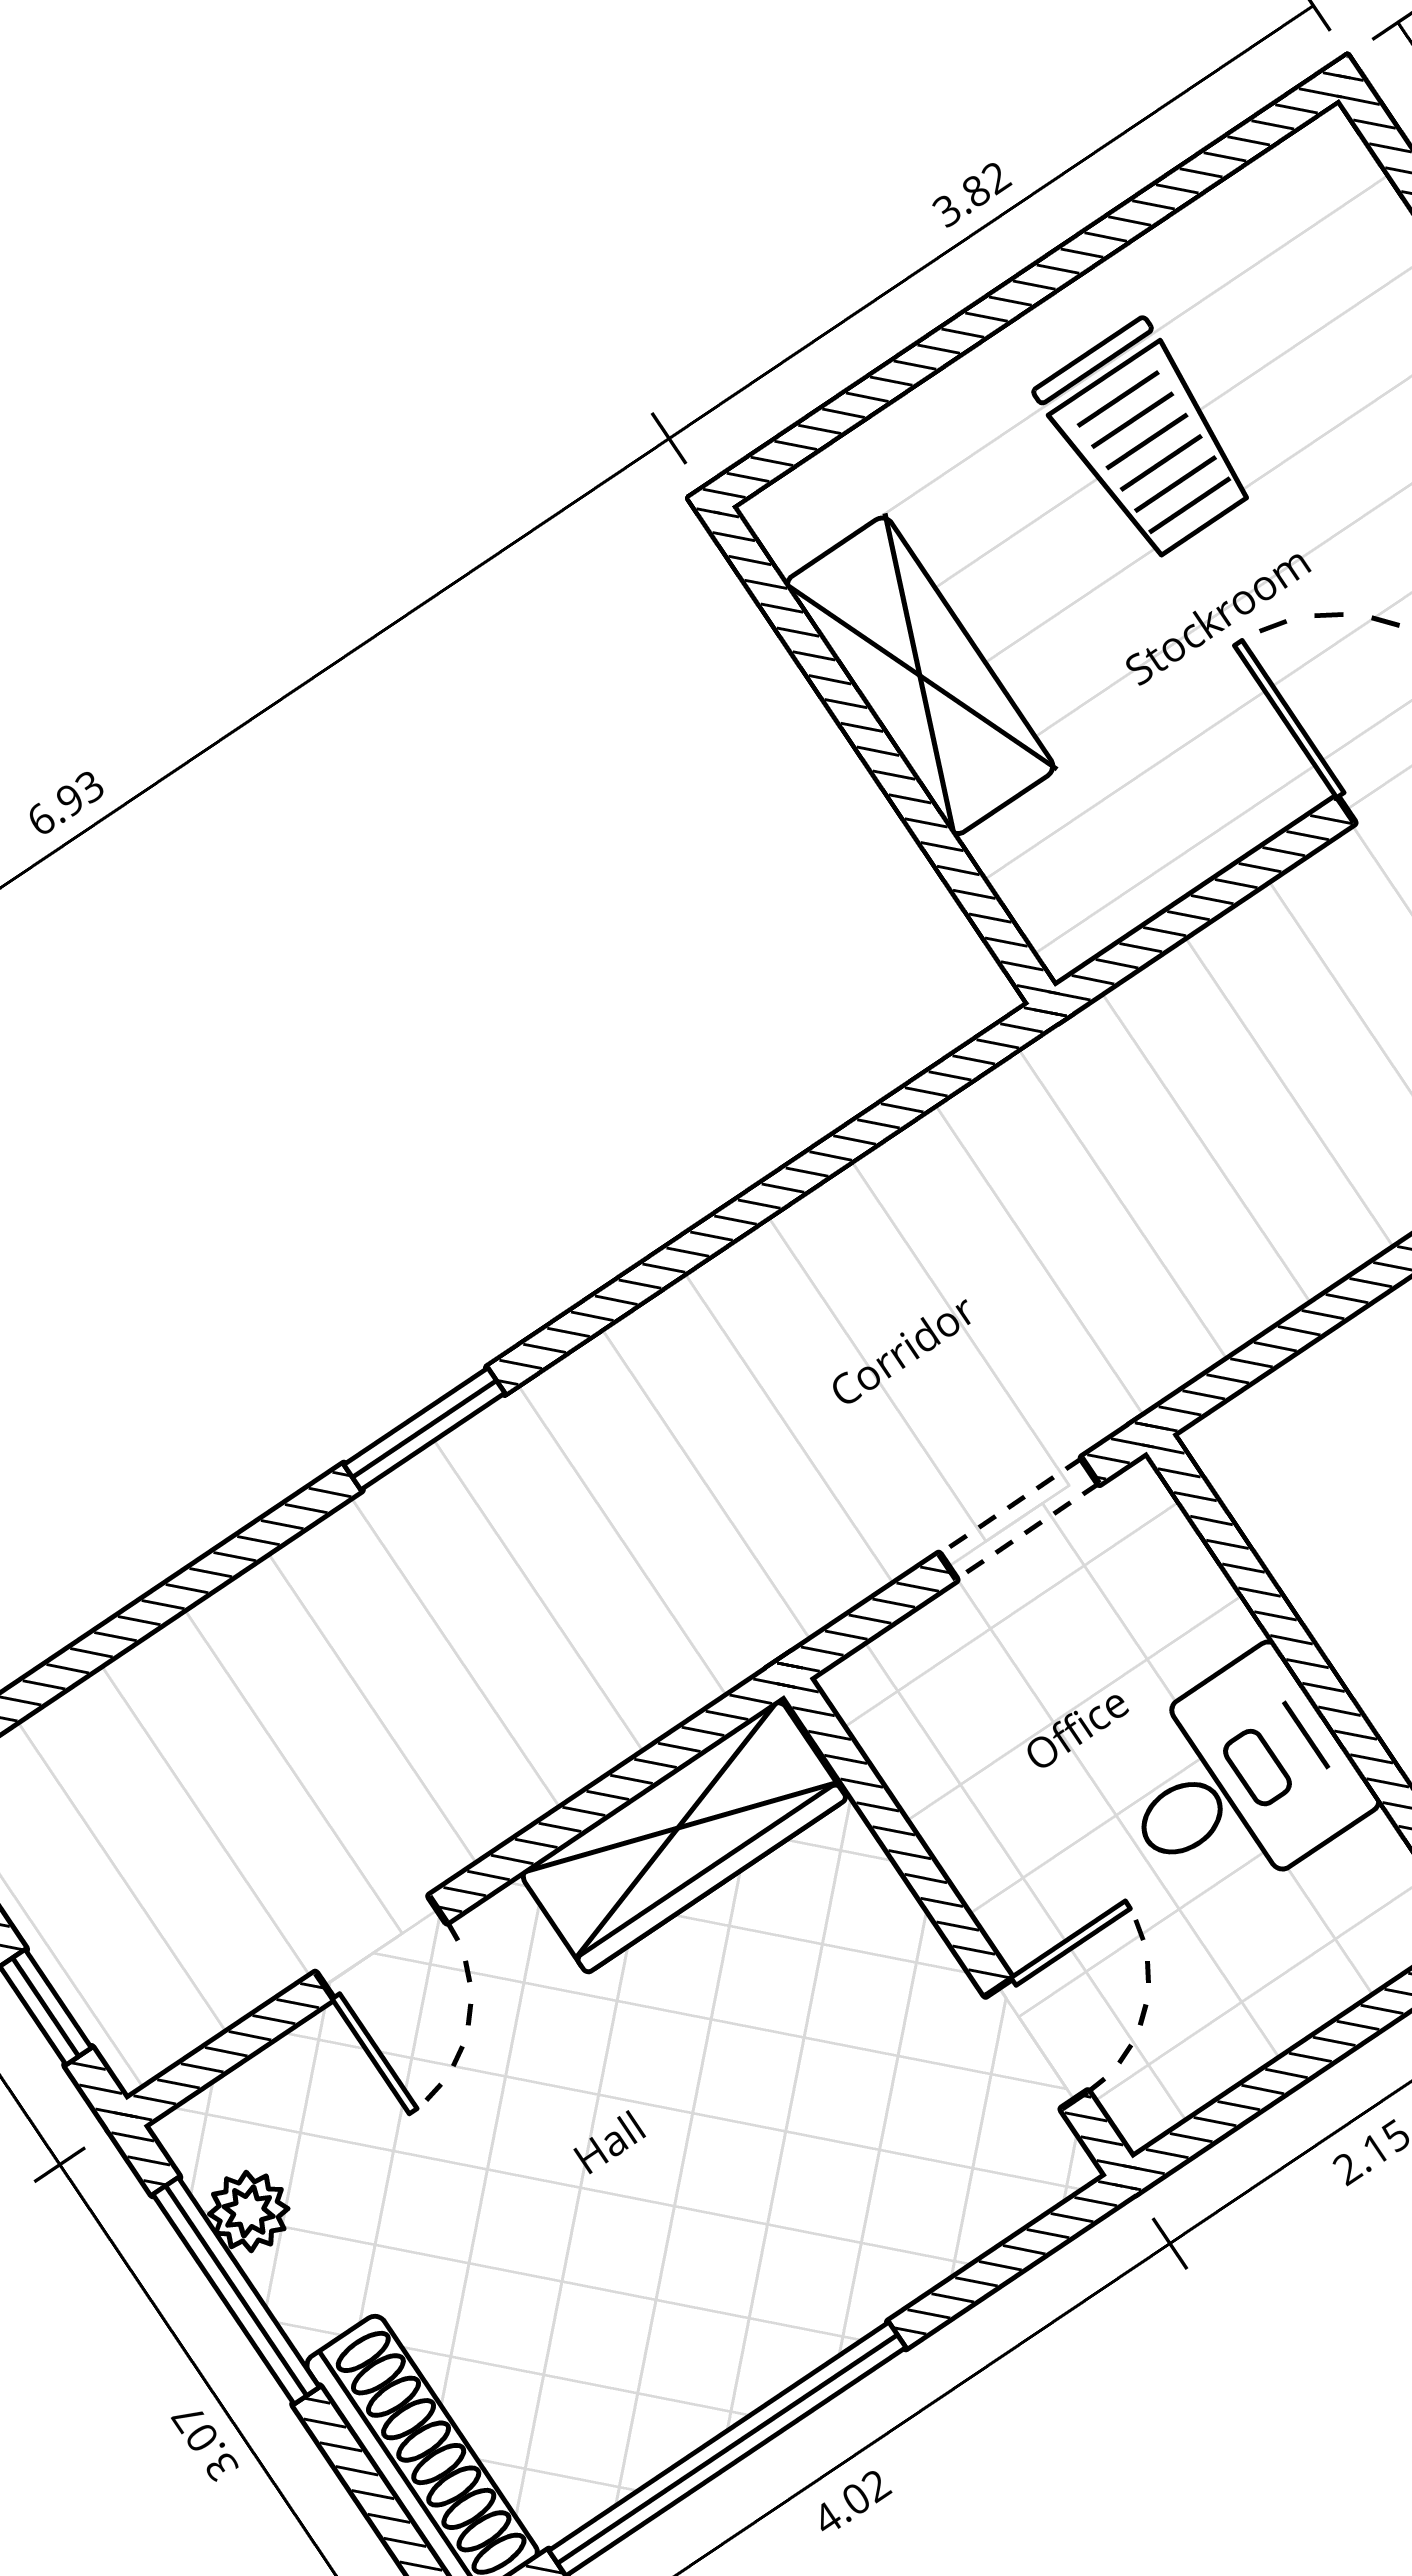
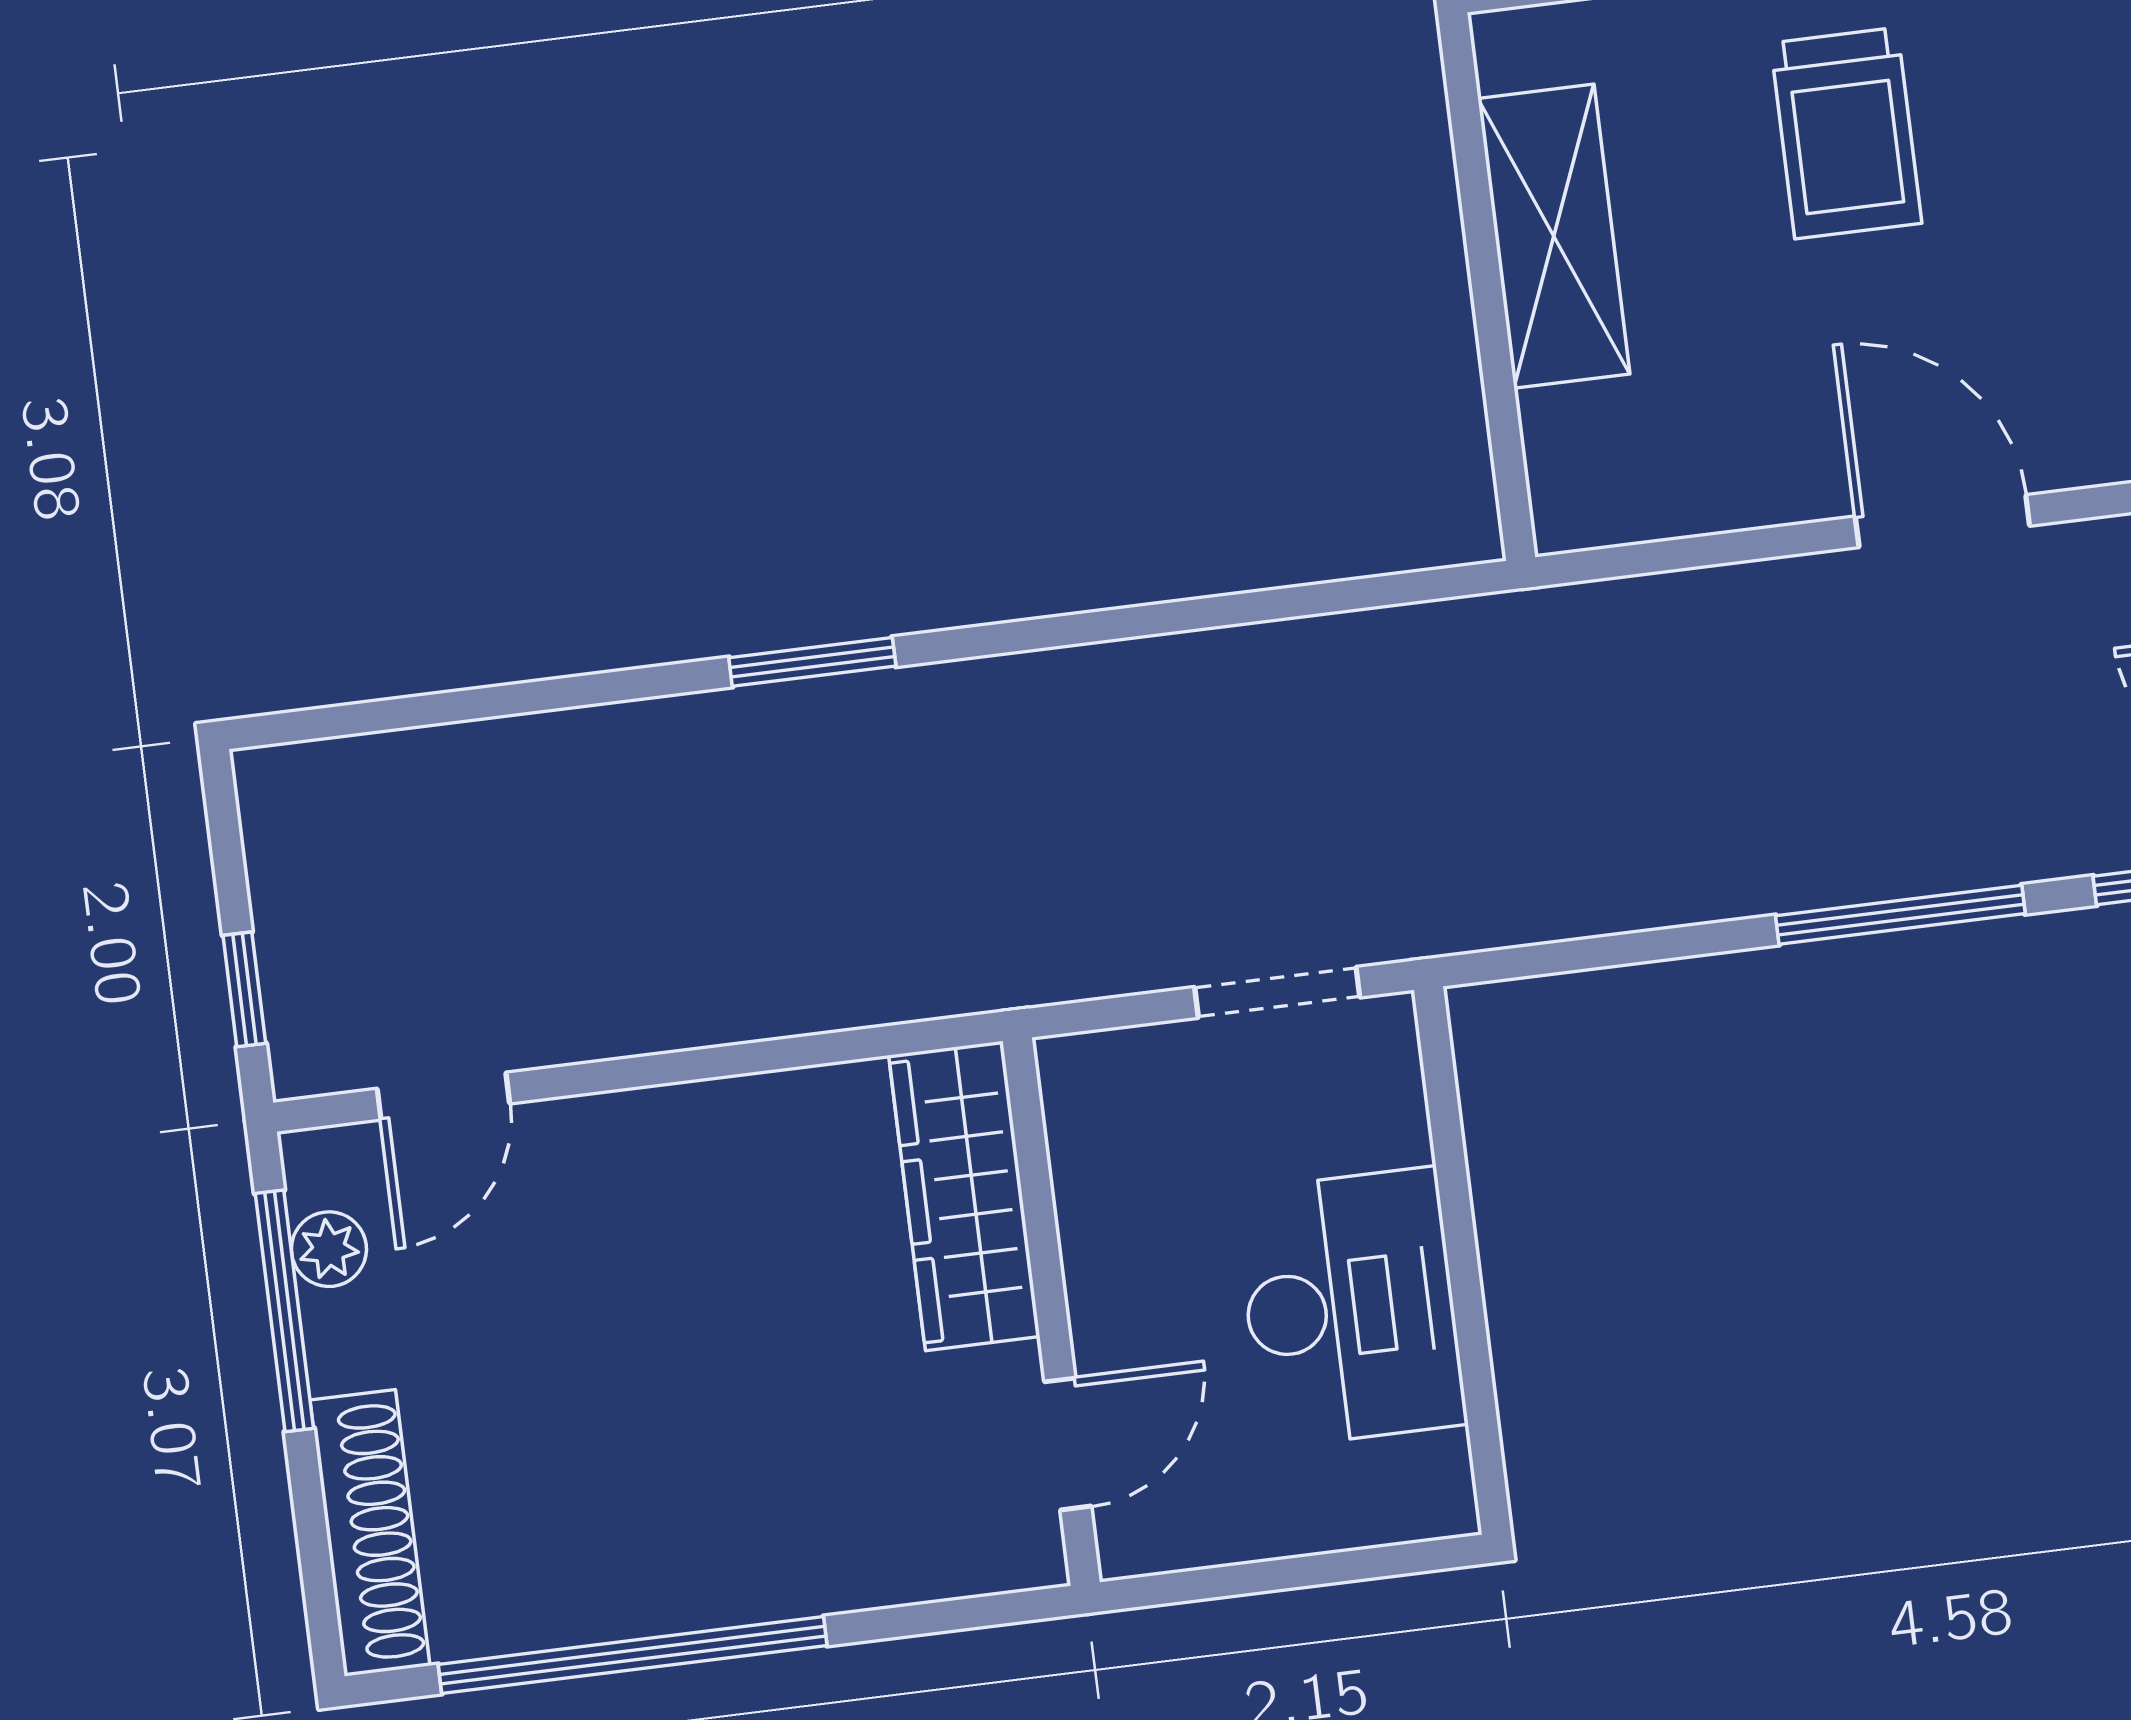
desk: (1238, 1781) -> (1350, 1308), width x1.37
wardrobe: (683, 1836) -> (964, 1196), moved, turned 90
door: (381, 1948) -> (443, 1096), moved

